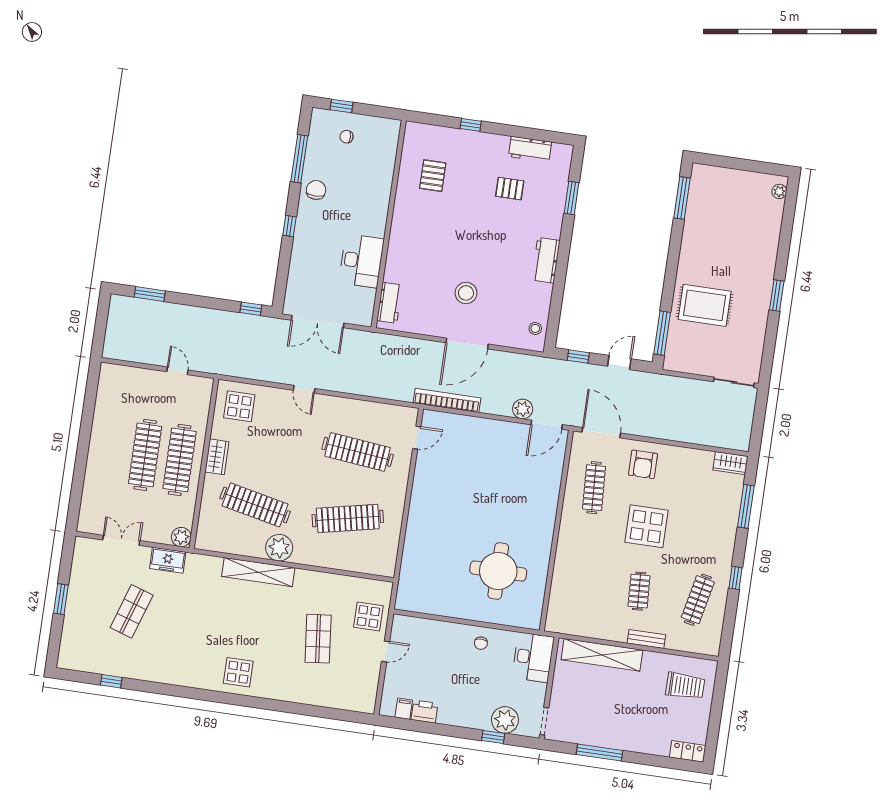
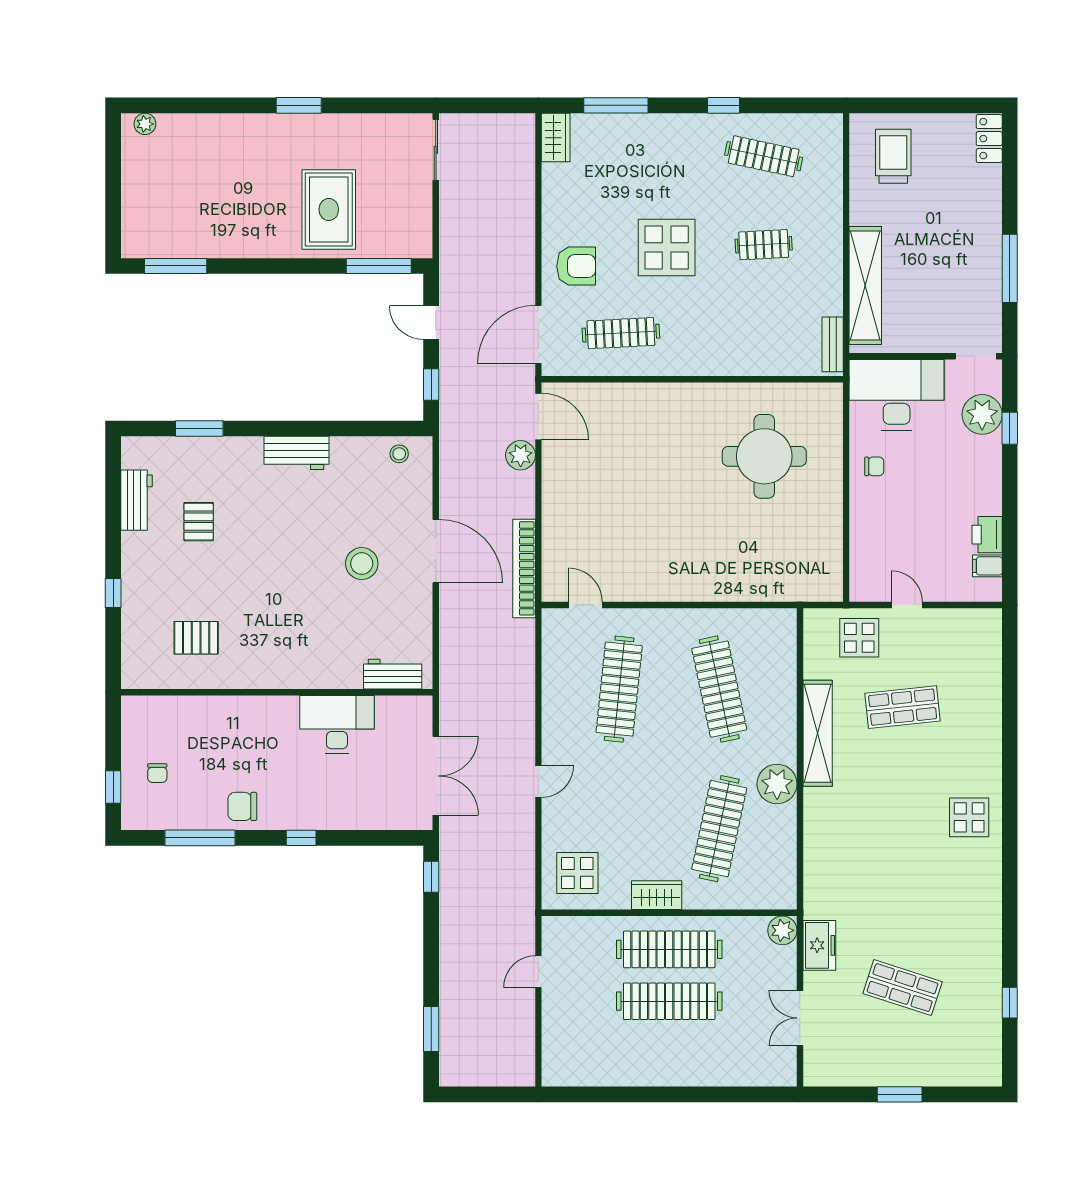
shelving: (258, 572) -> (818, 733), moved
bench: (646, 639) -> (833, 344), moved
desk: (533, 657) -> (897, 395), width x1.36, depth x1.30

